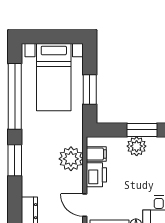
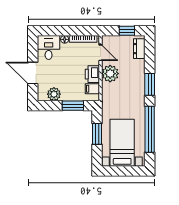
window: (142, 130) -> (73, 106), moved
plant: (137, 146) -> (54, 94), moved
plant: (71, 159) -> (110, 74), moved

